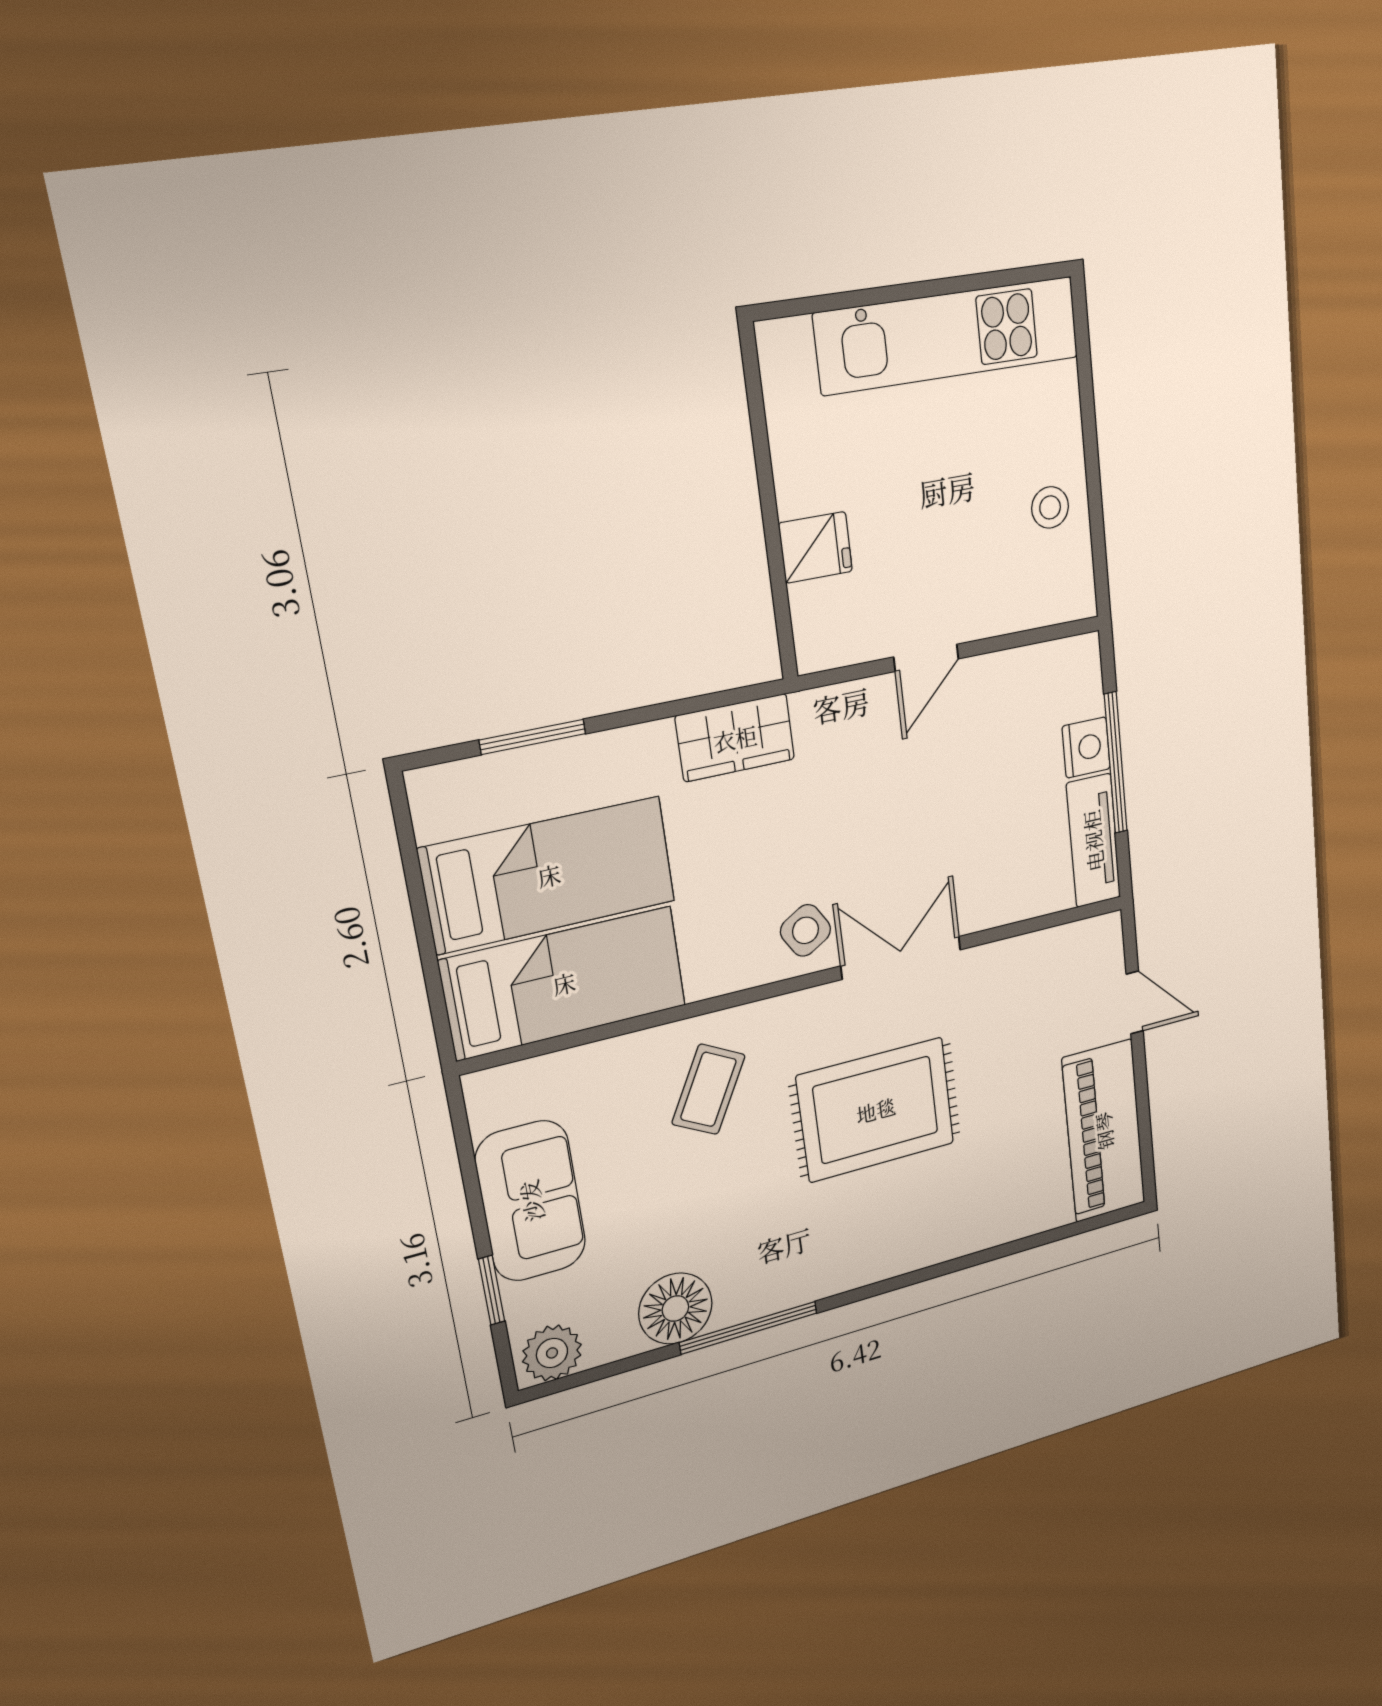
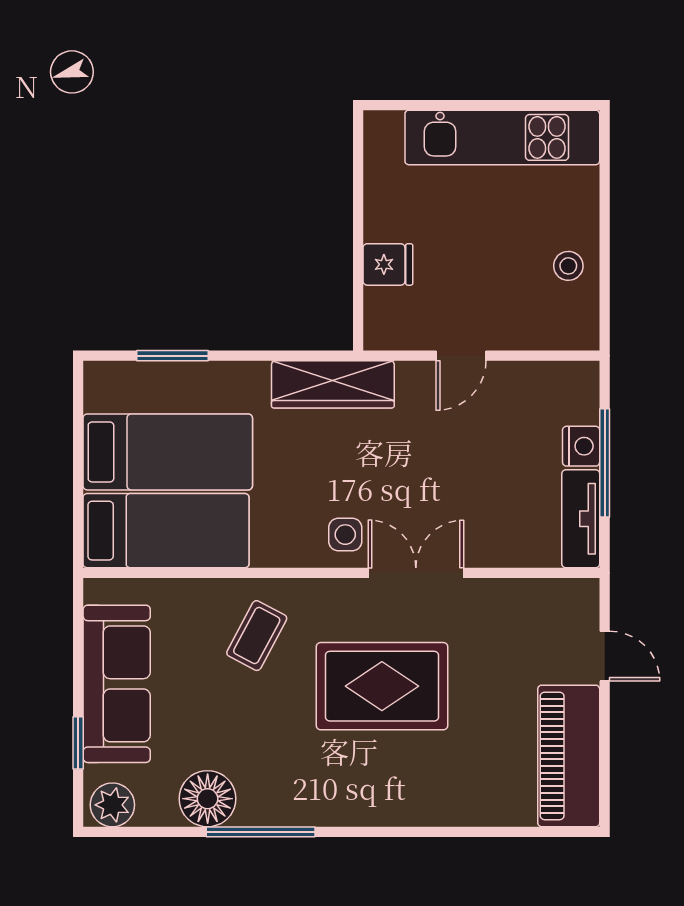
wardrobe: (735, 738) -> (333, 384), width x1.50
side table: (805, 930) -> (345, 535), turned 31
sofa: (531, 1201) -> (117, 684), width x1.36

